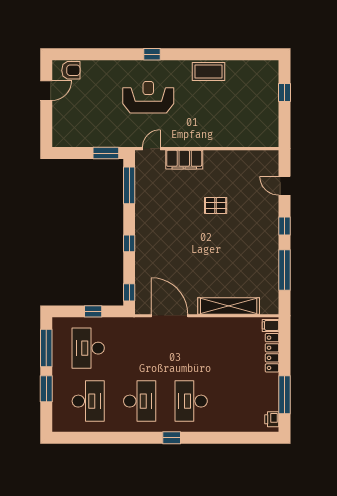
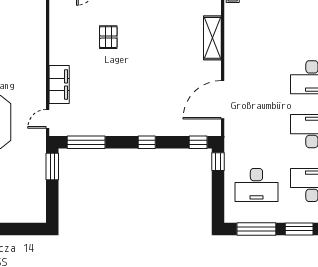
door: (151, 149) -> (48, 119), hinge flipped
pallet: (216, 205) -> (108, 37), moved
shelving: (229, 306) -> (212, 38), width x0.68
window: (93, 311) -> (218, 162), moved

